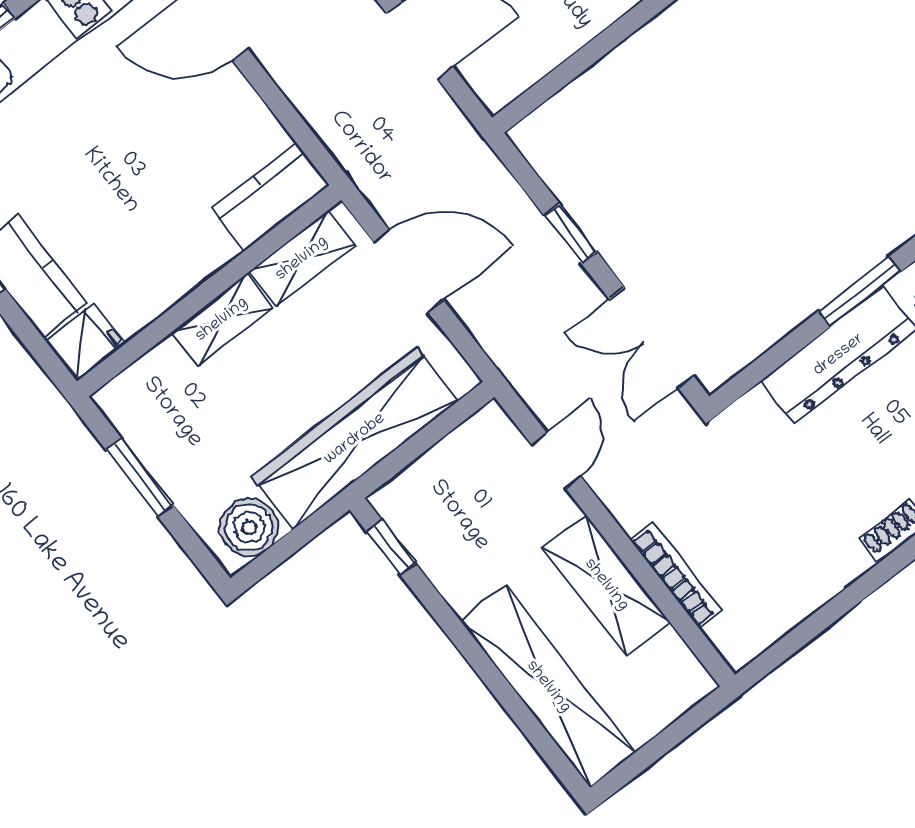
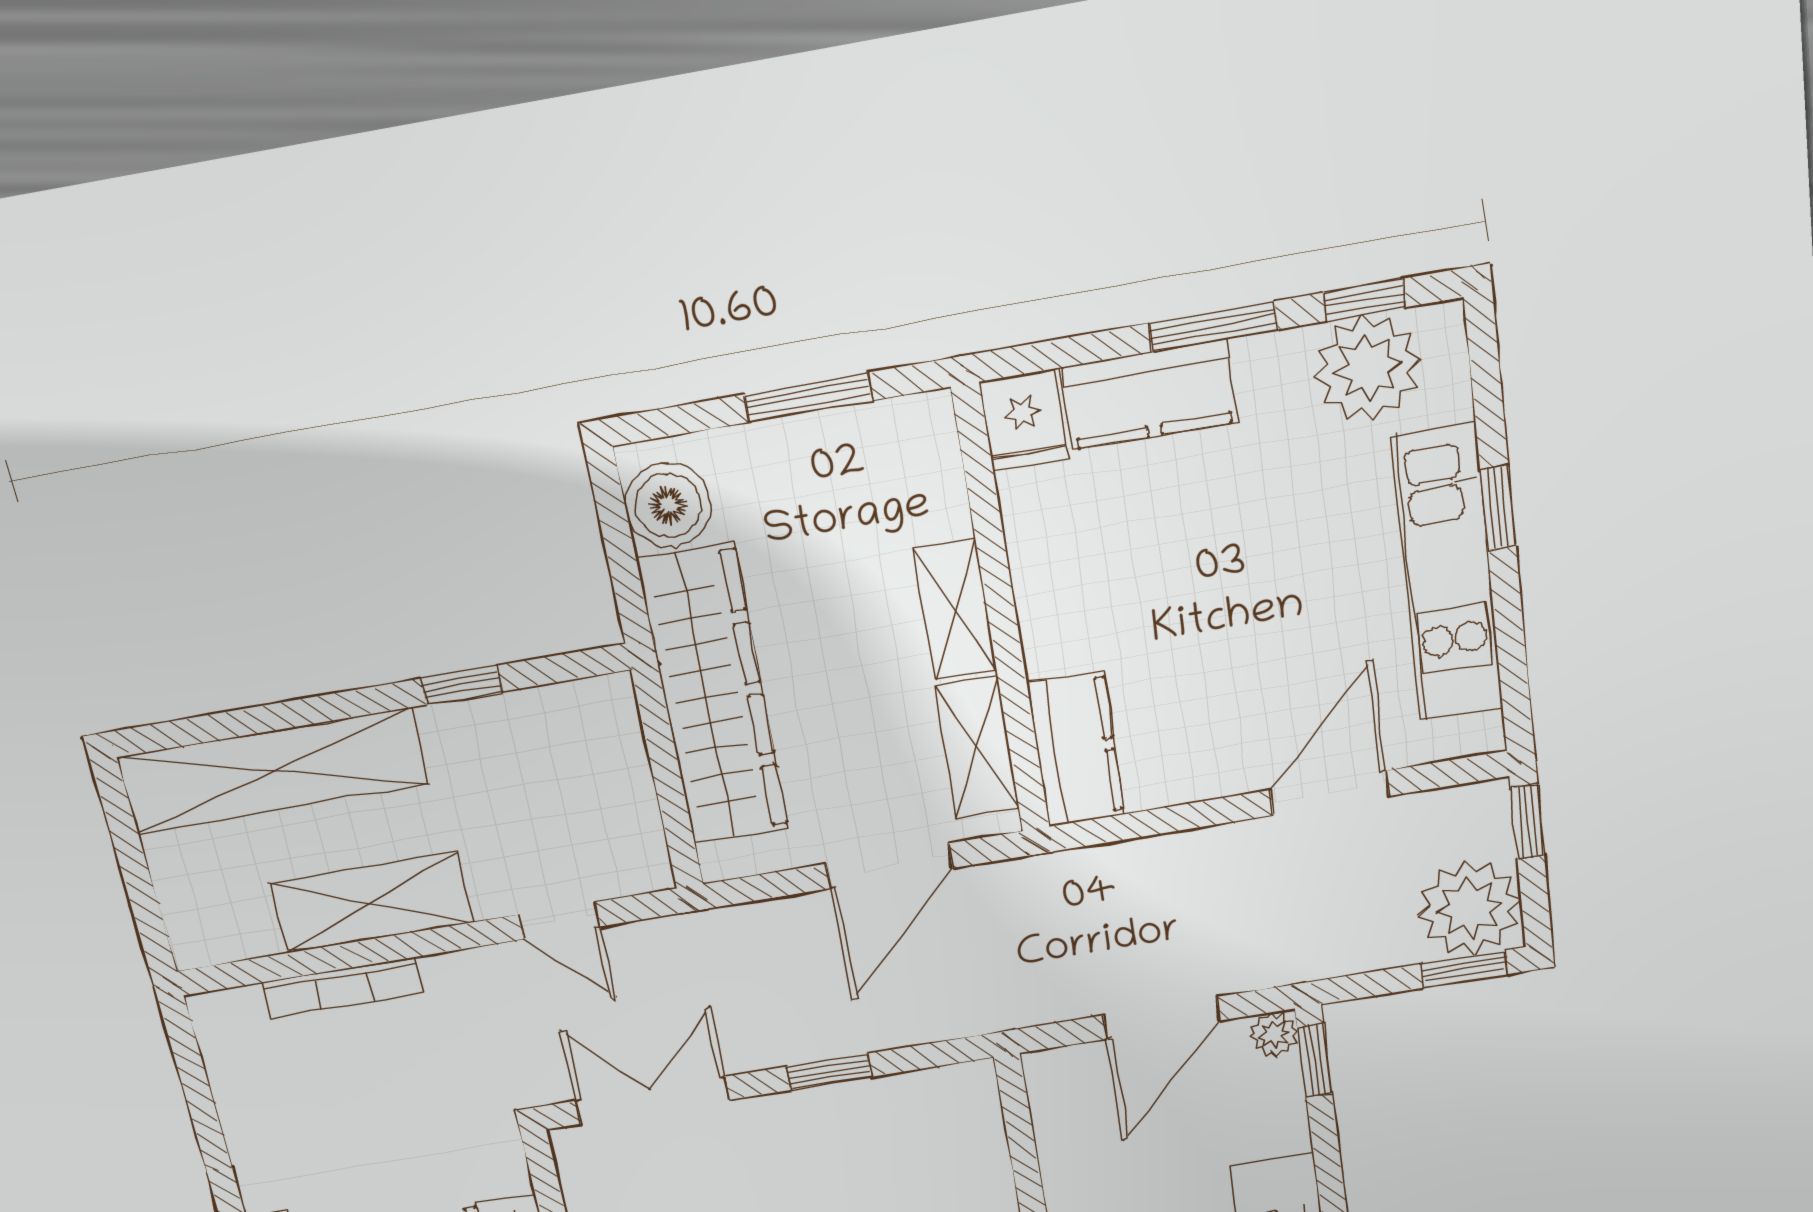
window: (391, 547) -> (462, 685), moved

